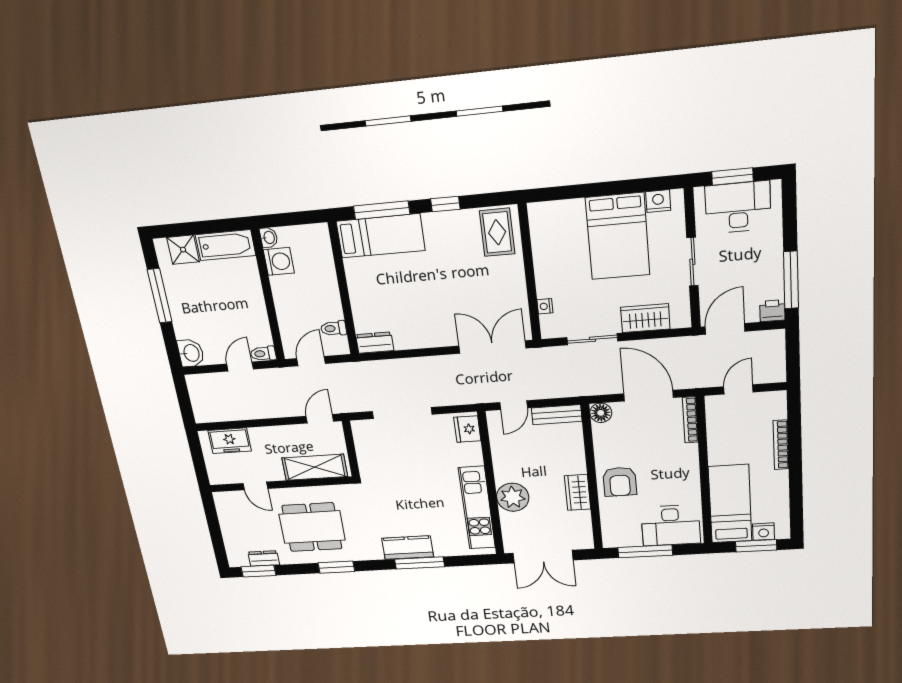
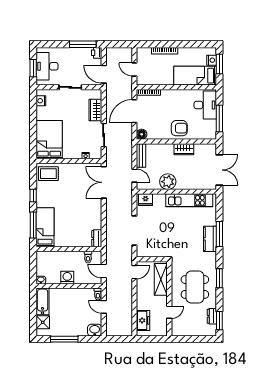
bed: (618, 236) -> (49, 140), moved, turned -90
washing machine: (279, 261) -> (67, 277), moved
door: (320, 419) -> (134, 272), swing flipped
plant: (513, 497) -> (168, 182), moved

